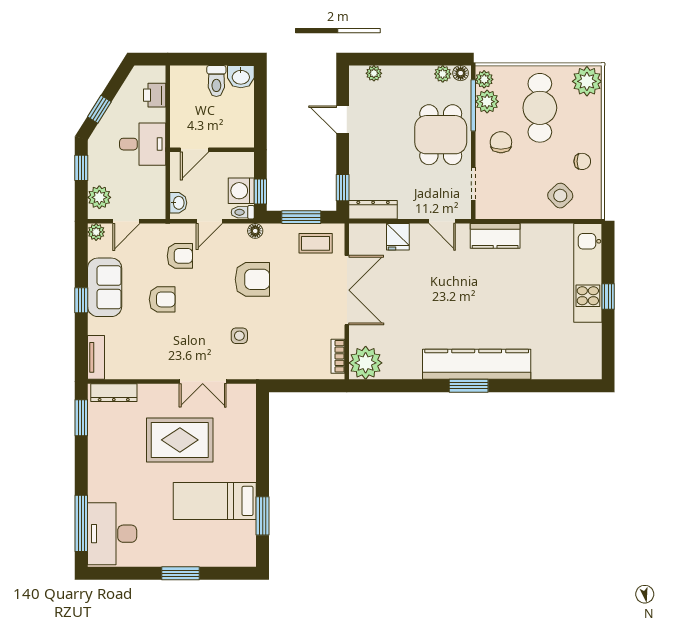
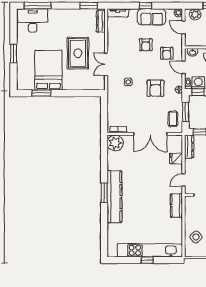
kitchen unit: (588, 273) -> (150, 250), width x1.36
bed: (215, 501) -> (48, 70), width x1.50

